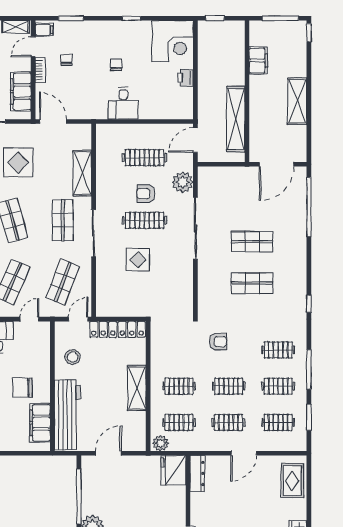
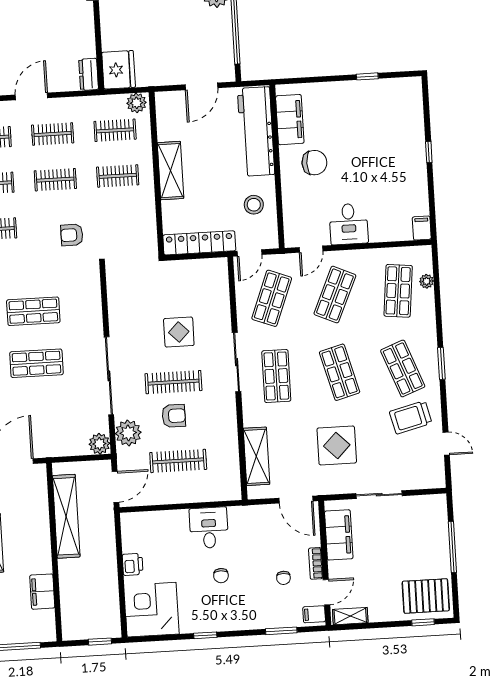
shelving: (82, 173) -> (256, 456), moved
plant: (206, 175) -> (99, 444), added
dresser: (197, 474) -> (89, 74), width x0.70

